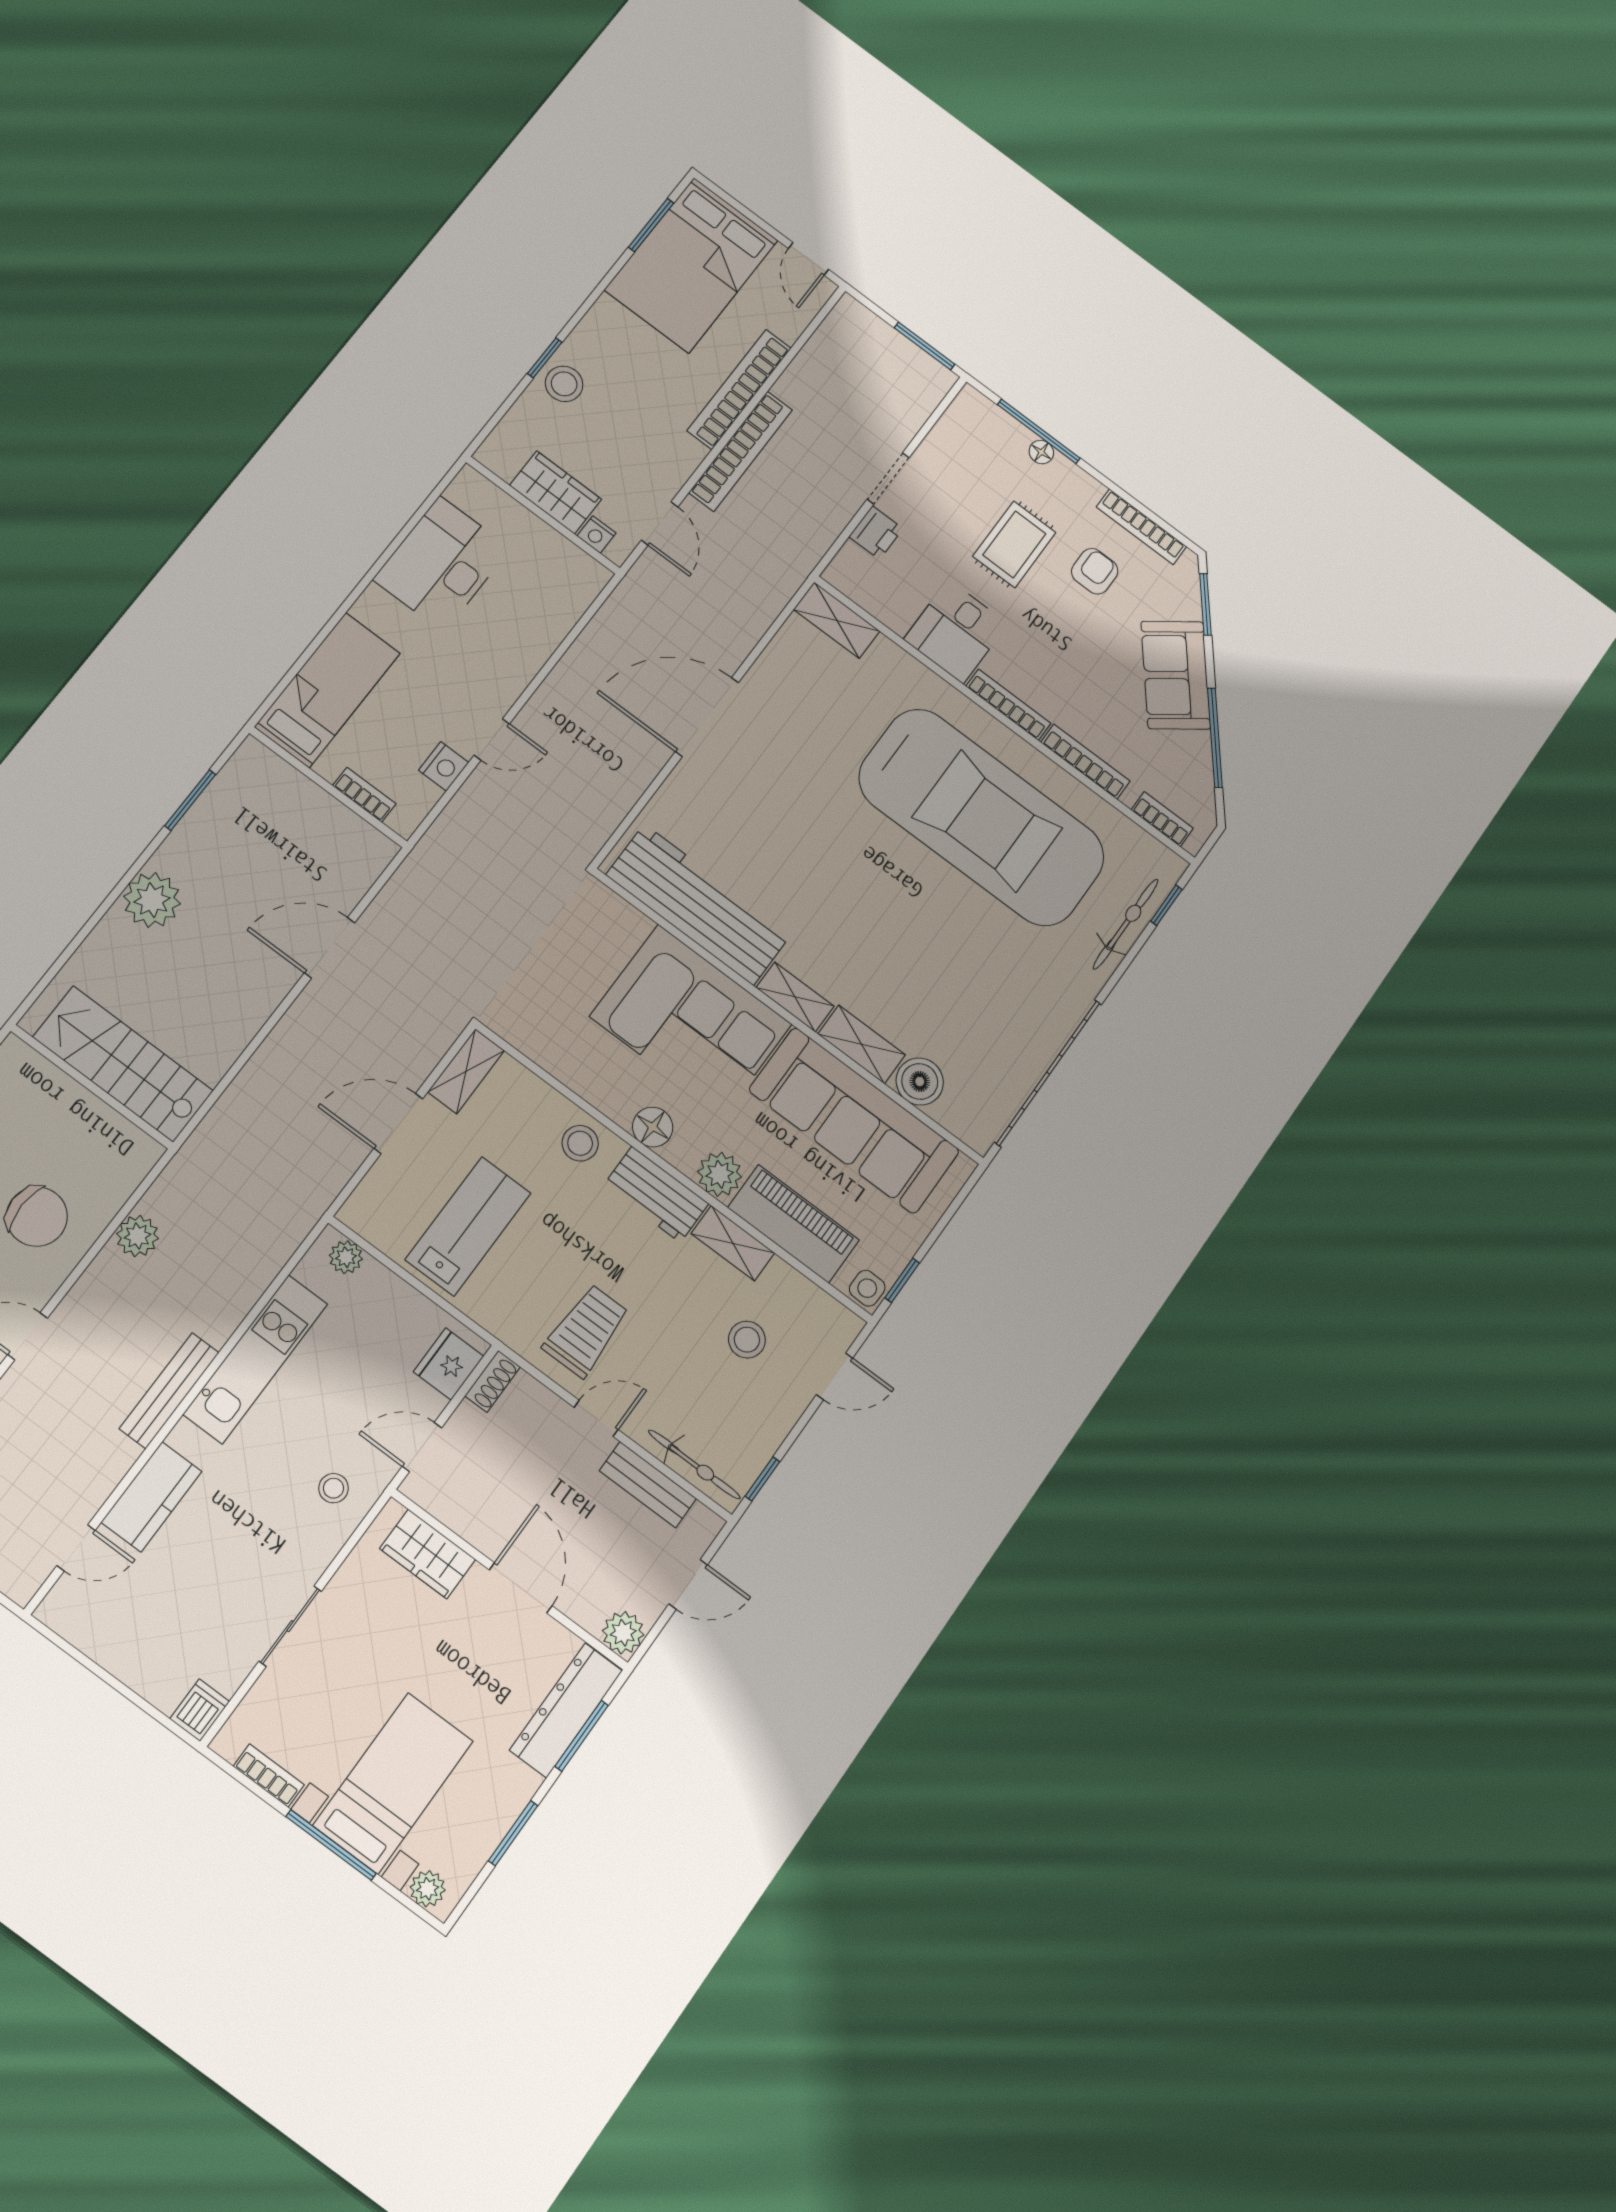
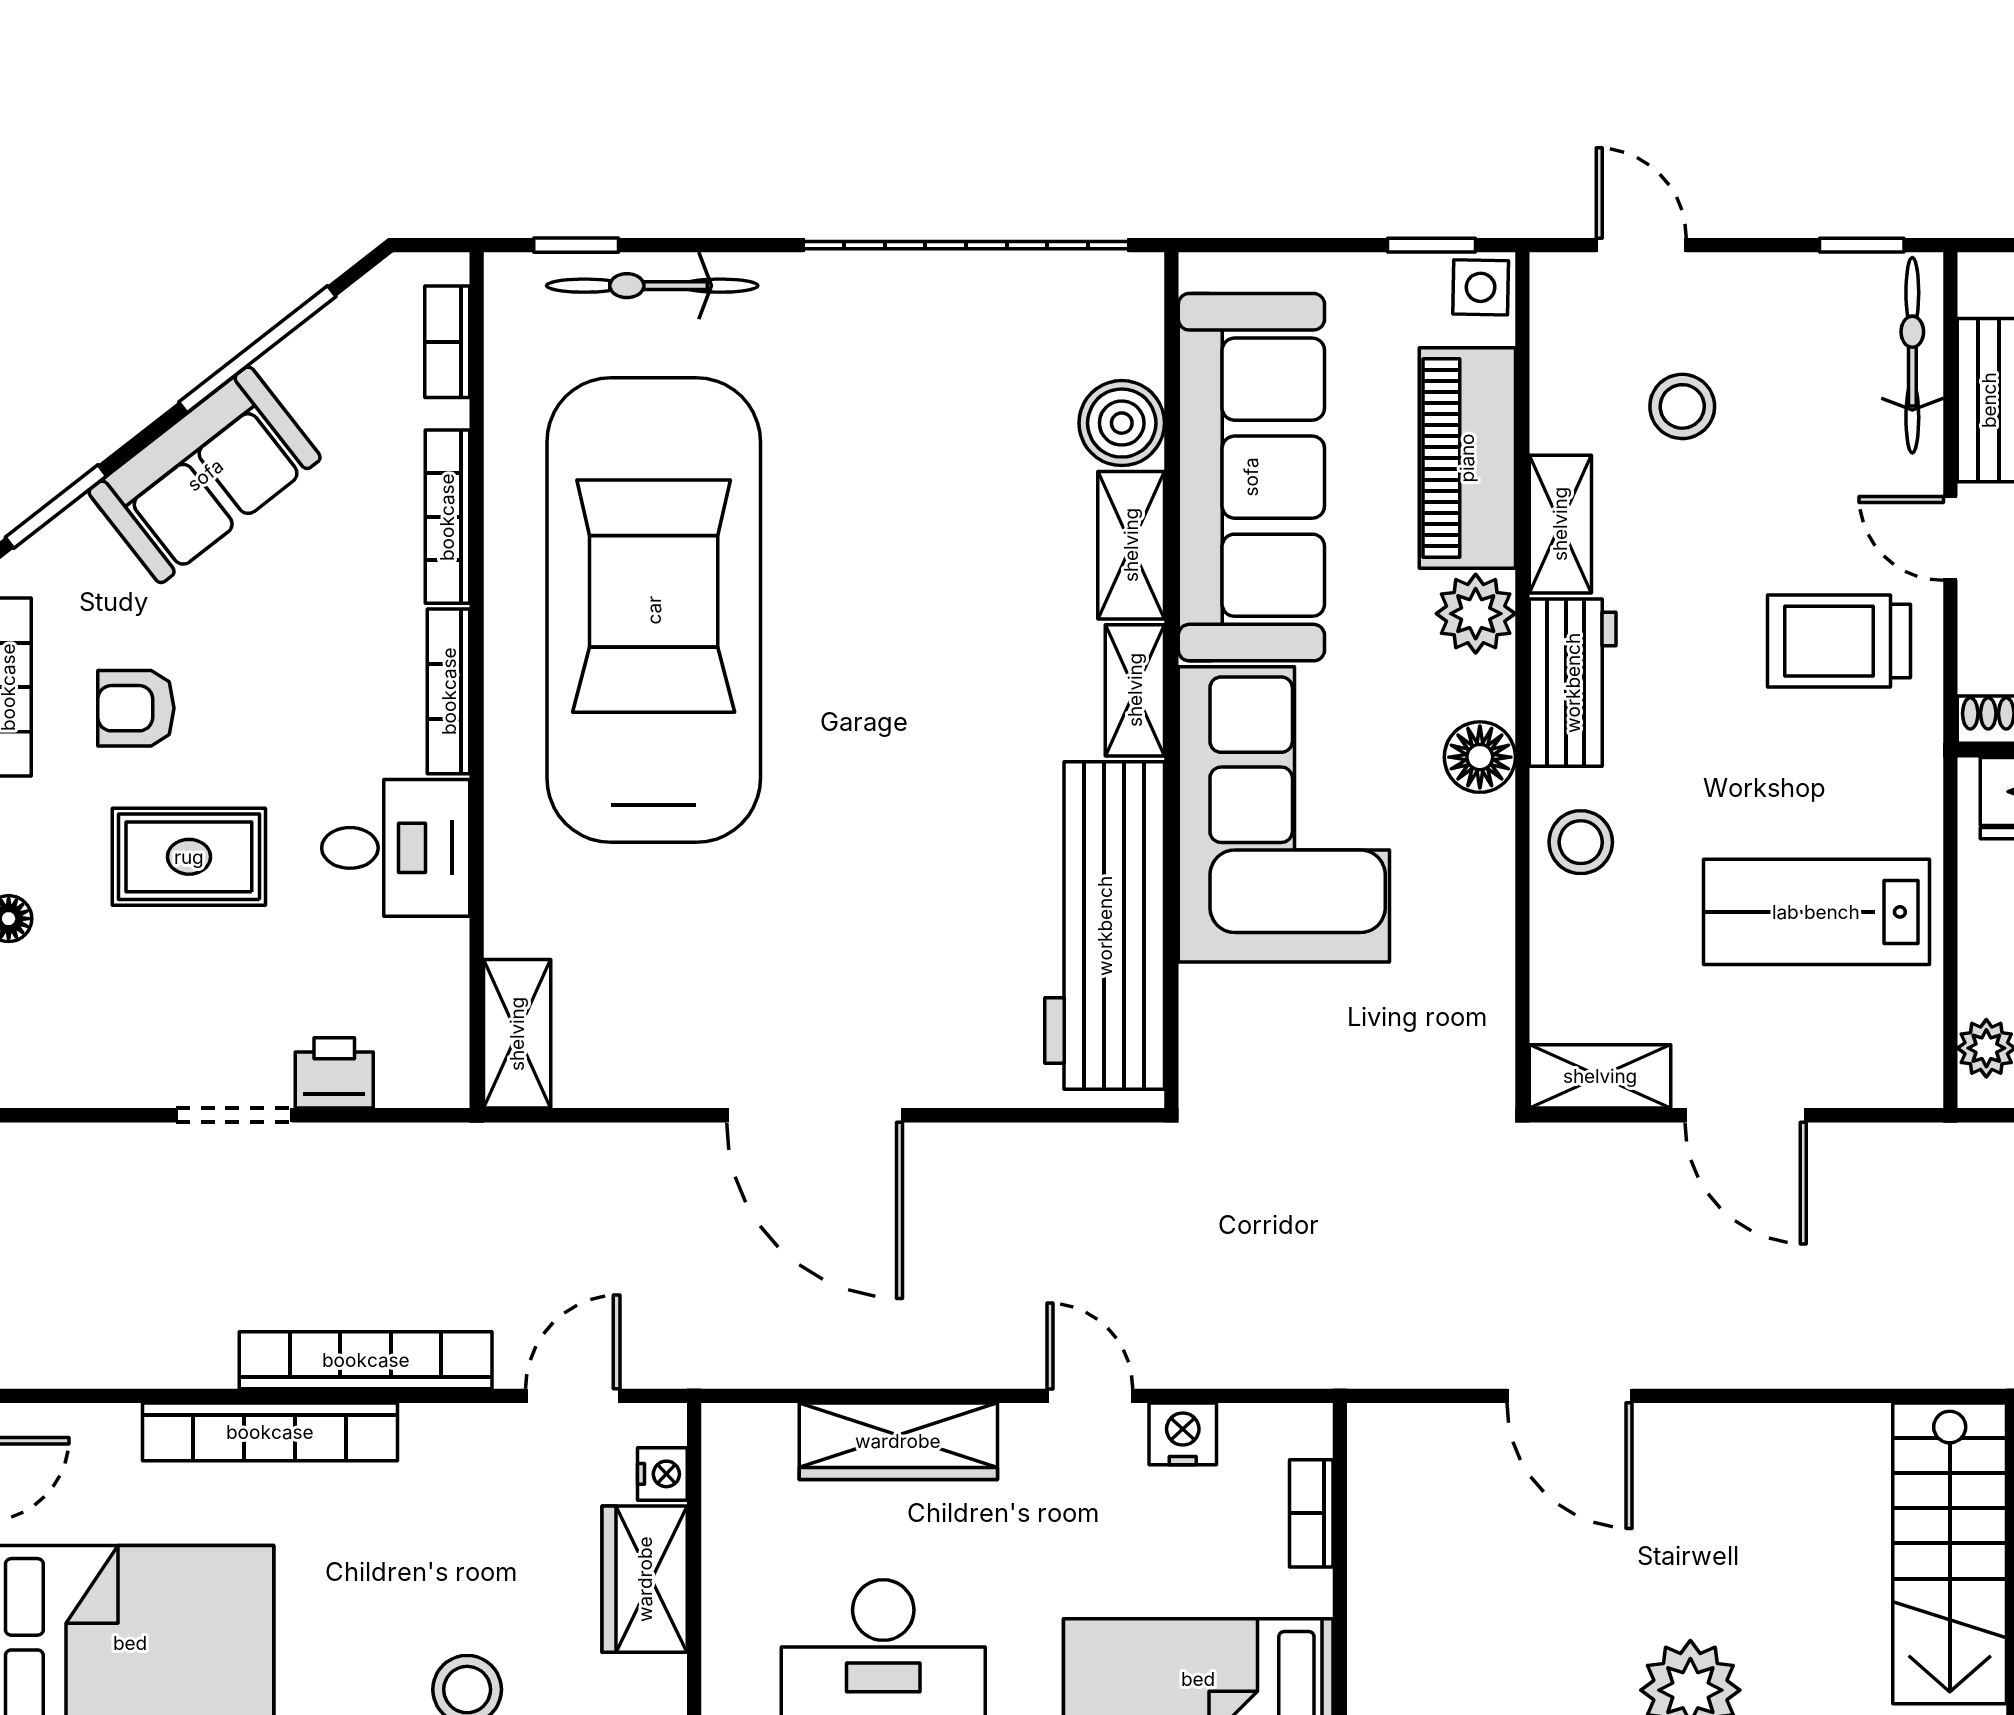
wardrobe: (534, 643) -> (898, 1441), added

